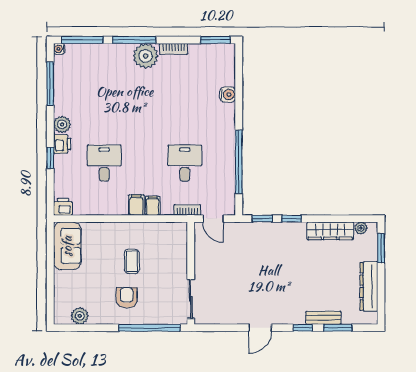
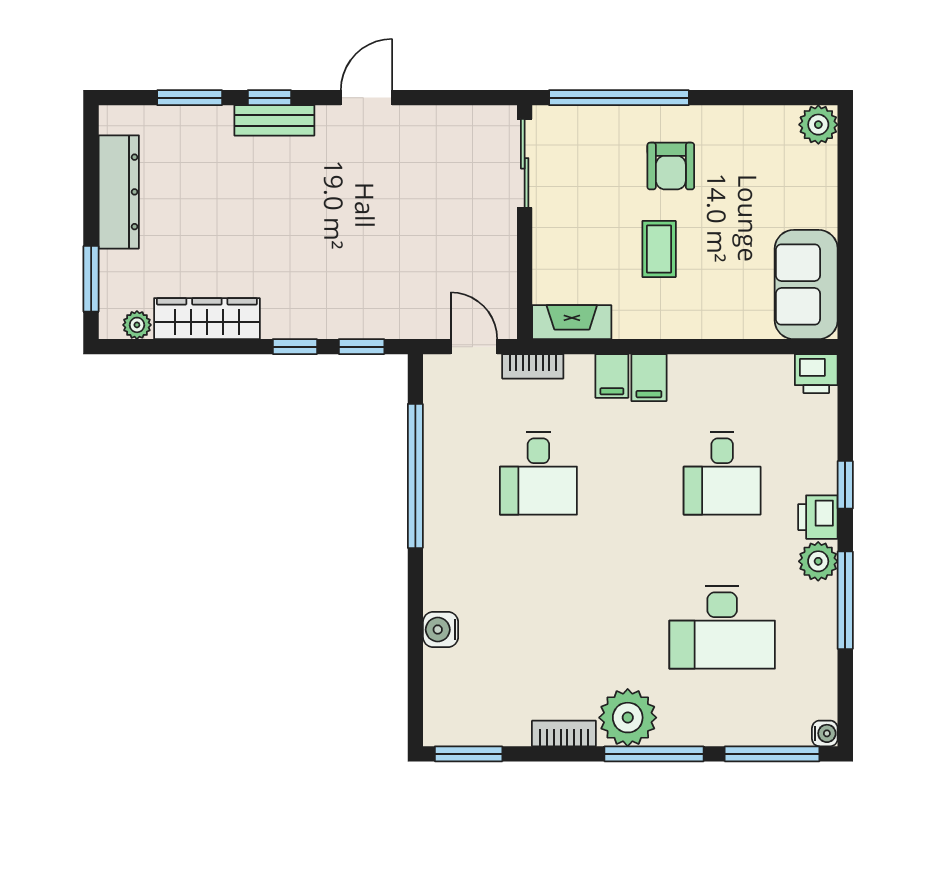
window: (50, 84) -> (845, 600), moved
desk: (104, 95) -> (722, 627), added
fireplace: (170, 229) -> (572, 322), added
plant: (80, 316) -> (818, 125), moved
bench: (323, 318) -> (274, 120), moved

